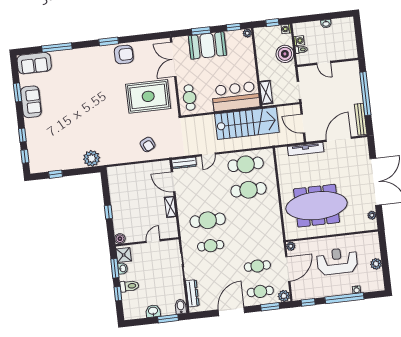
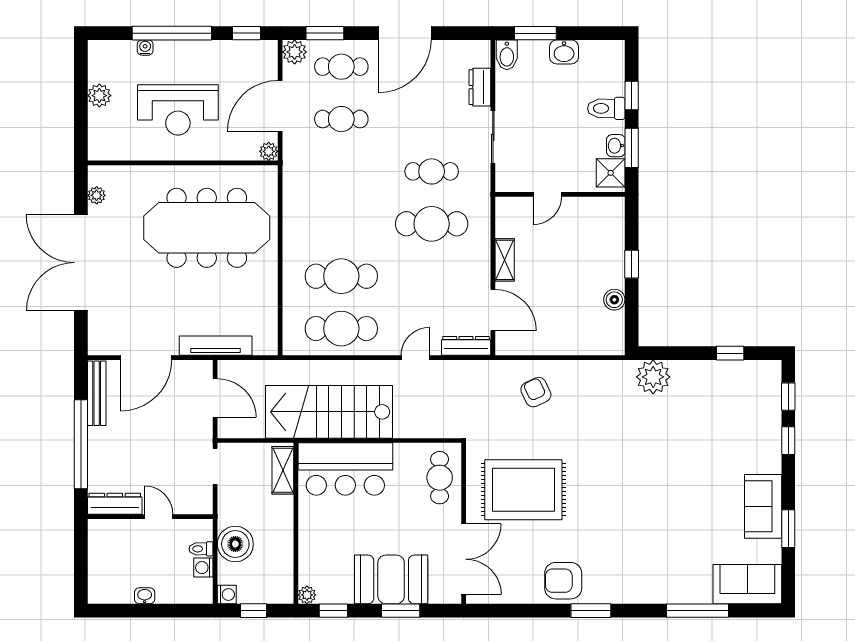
dresser: (346, 67) -> (115, 504), added
boiler: (120, 239) -> (614, 300), moved
dresser: (192, 293) -> (480, 87), width x0.70

